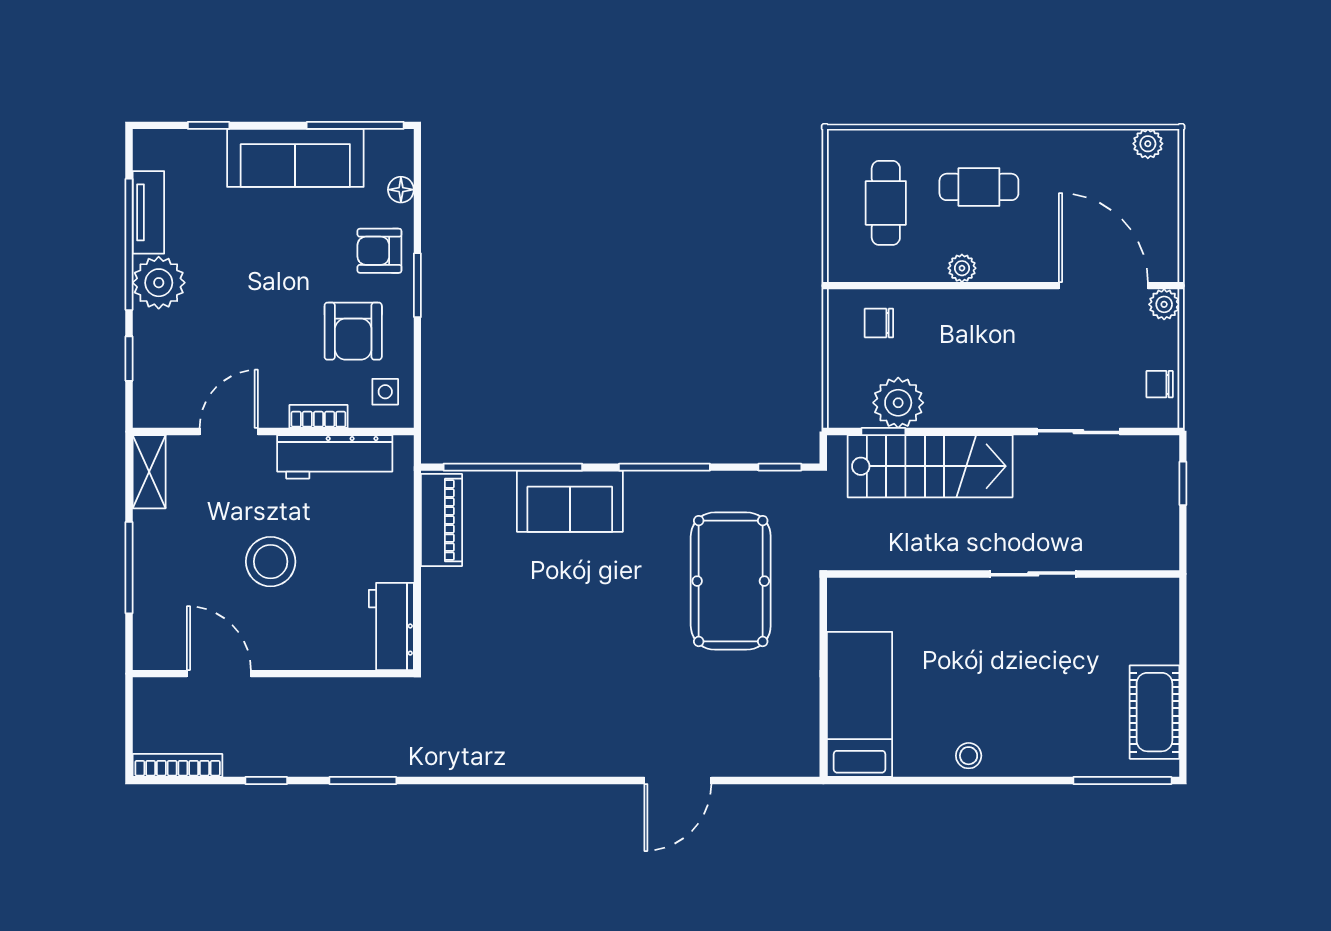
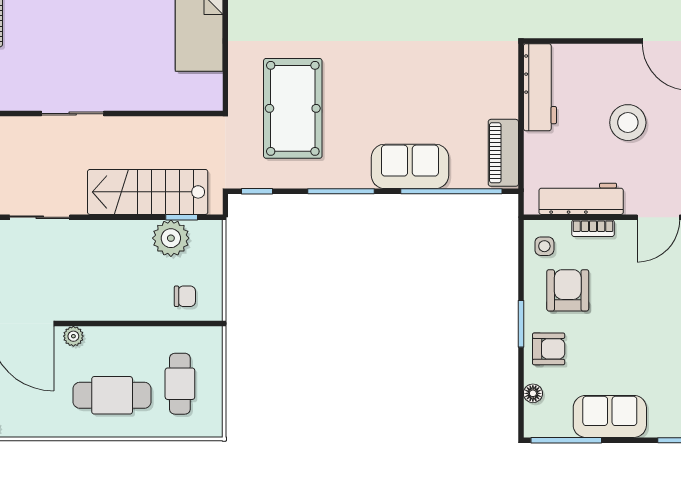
sofa: (295, 158) -> (610, 416), width x0.73
cafe table: (979, 187) -> (112, 395), width x1.37, depth x1.35
plant: (962, 268) -> (73, 336), moved
workbench: (391, 626) -> (540, 87), width x1.37

